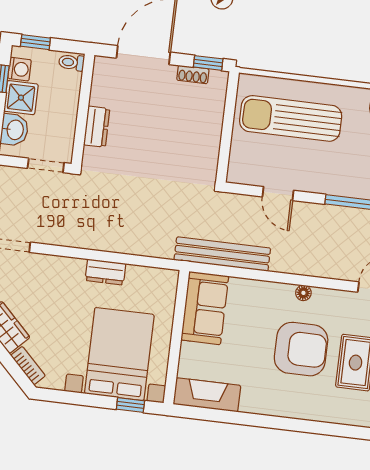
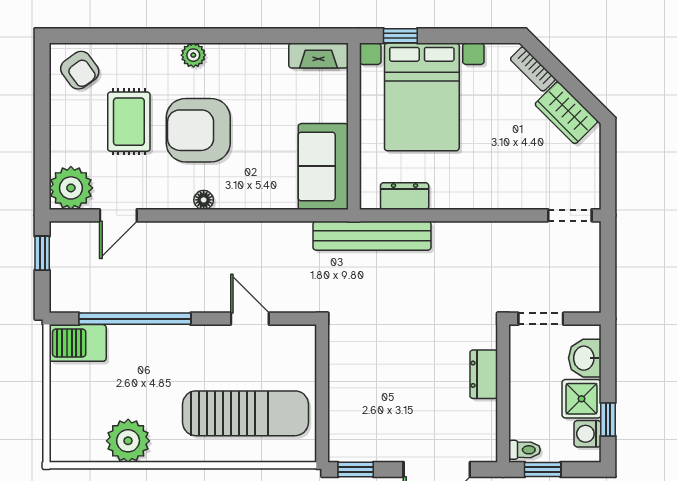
window: (35, 42) -> (543, 470), moved
shoe rack: (193, 75) -> (373, 453), removed
bench: (222, 254) -> (372, 236), moved
dresser: (105, 272) -> (405, 196), moved
fireplace: (207, 395) -> (318, 56), width x0.73, depth x0.76
plant: (298, 409) -> (193, 55), added

